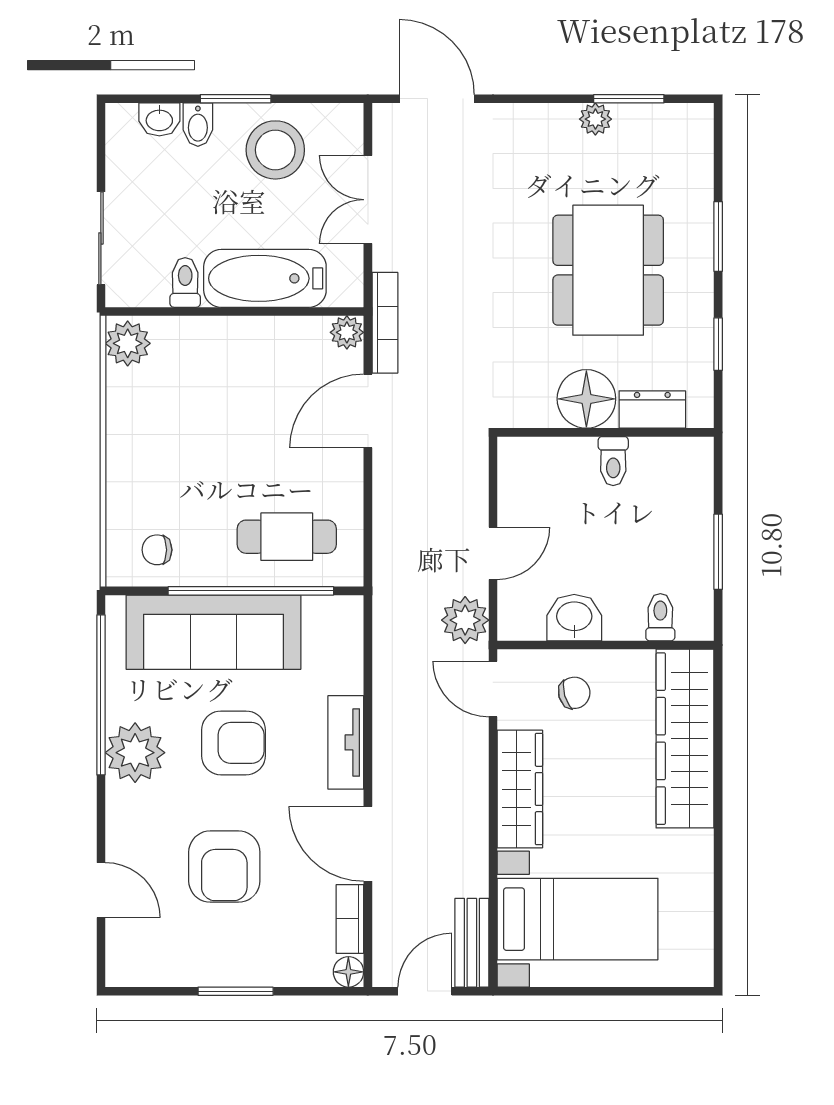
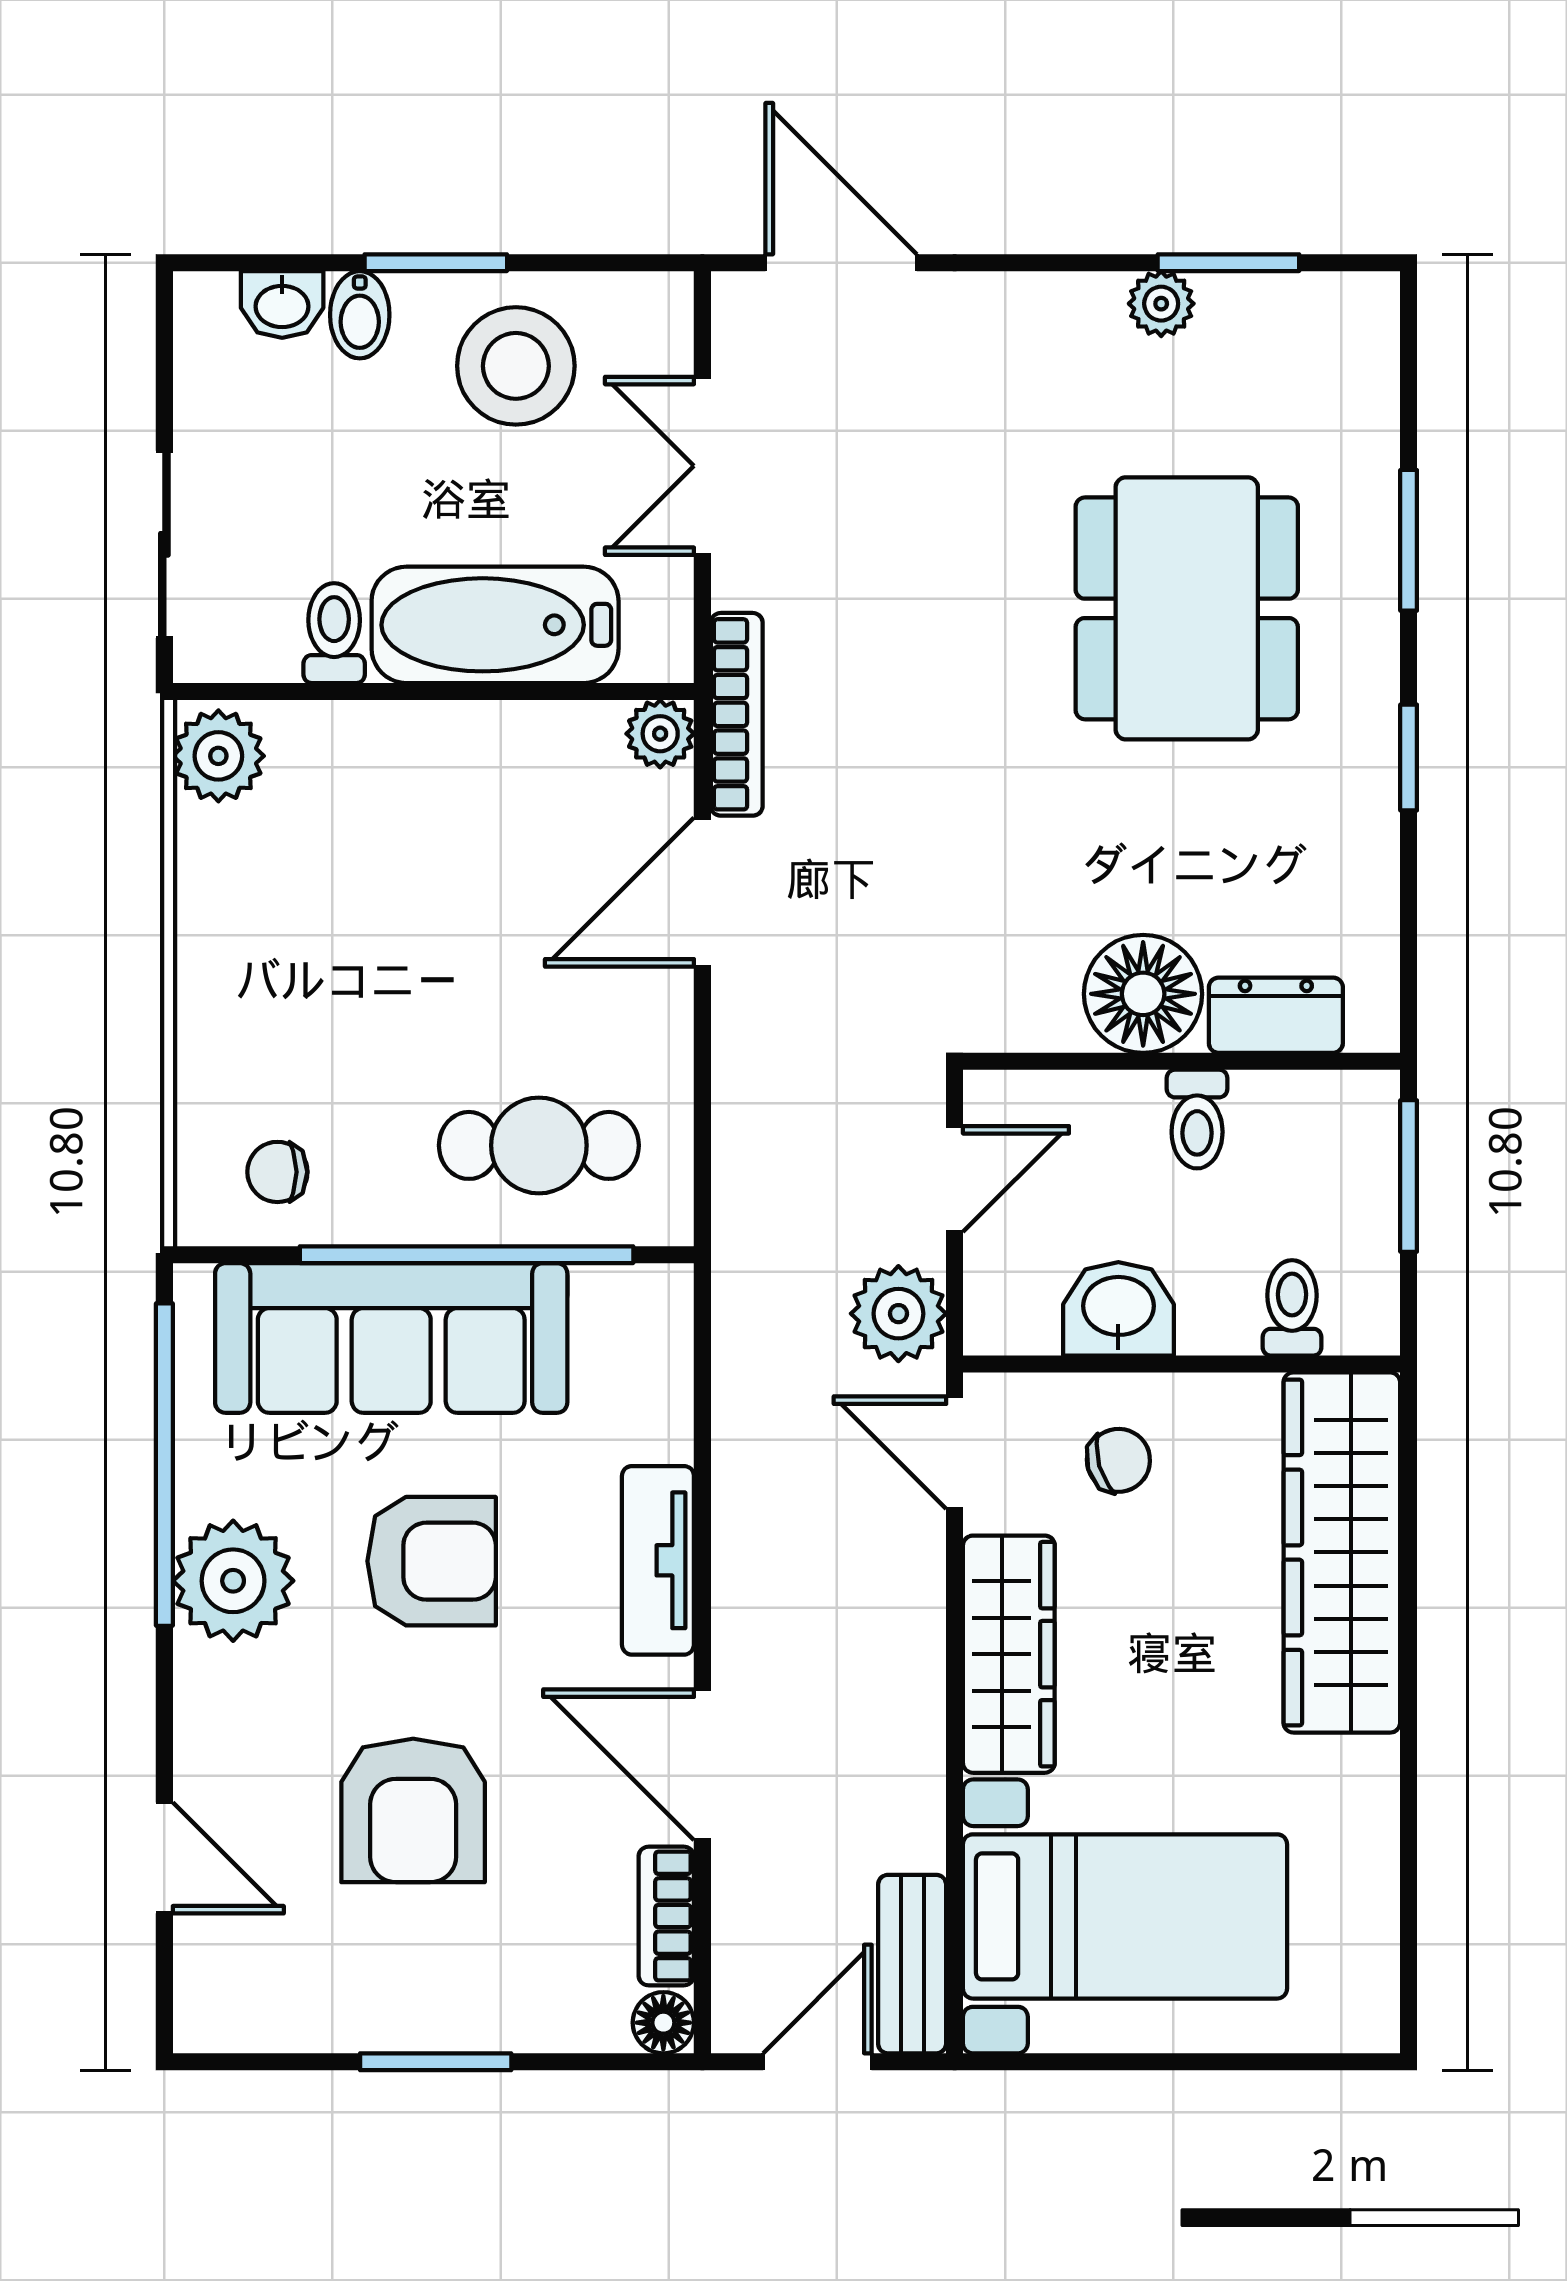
floor lamp: (586, 399) -> (1143, 994), moved
dresser: (652, 409) -> (1276, 1015), moved
wall: (606, 432) -> (1182, 1061), moved
toilet: (613, 461) -> (1197, 1119), moved

